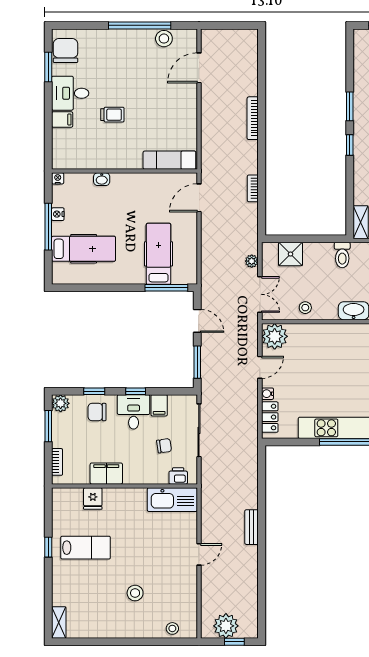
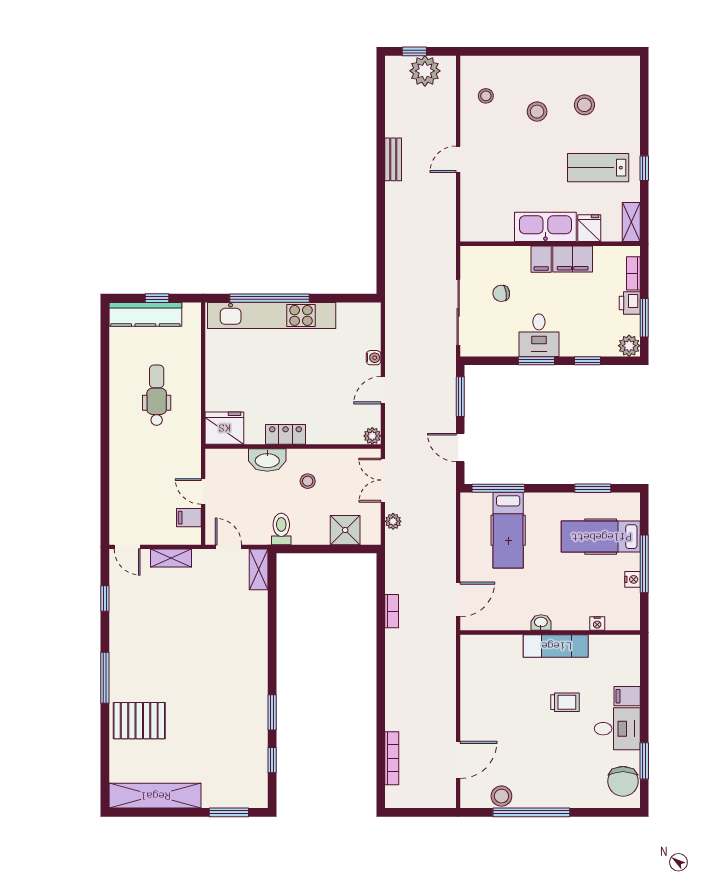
trolley: (112, 115) -> (565, 702), turned 180
bookcase: (253, 118) -> (392, 758), moved
window: (350, 145) -> (272, 760), moved
exam couch: (169, 160) -> (556, 646), moved
nightstand: (58, 178) -> (597, 623), moved
washbasin: (102, 179) -> (541, 623), moved
window: (90, 288) -> (593, 488), added
stool: (305, 308) -> (308, 481), moved
plant: (275, 336) -> (372, 436), width x0.53, depth x0.53
window: (136, 391) -> (536, 361), width x1.50
filing cabinet: (159, 405) -> (541, 259), moved, turned 180
chair: (97, 412) -> (584, 335), removed
locker: (270, 417) -> (286, 434), moved, turned 90
printer: (178, 476) -> (630, 303), moved, turned 90
kitchen sink: (172, 500) -> (545, 227), moved
bench: (252, 527) -> (393, 159), moved
stool: (97, 598) -> (584, 105), added
shelving: (59, 622) -> (631, 222), moved
stool: (172, 628) -> (486, 96), moved

